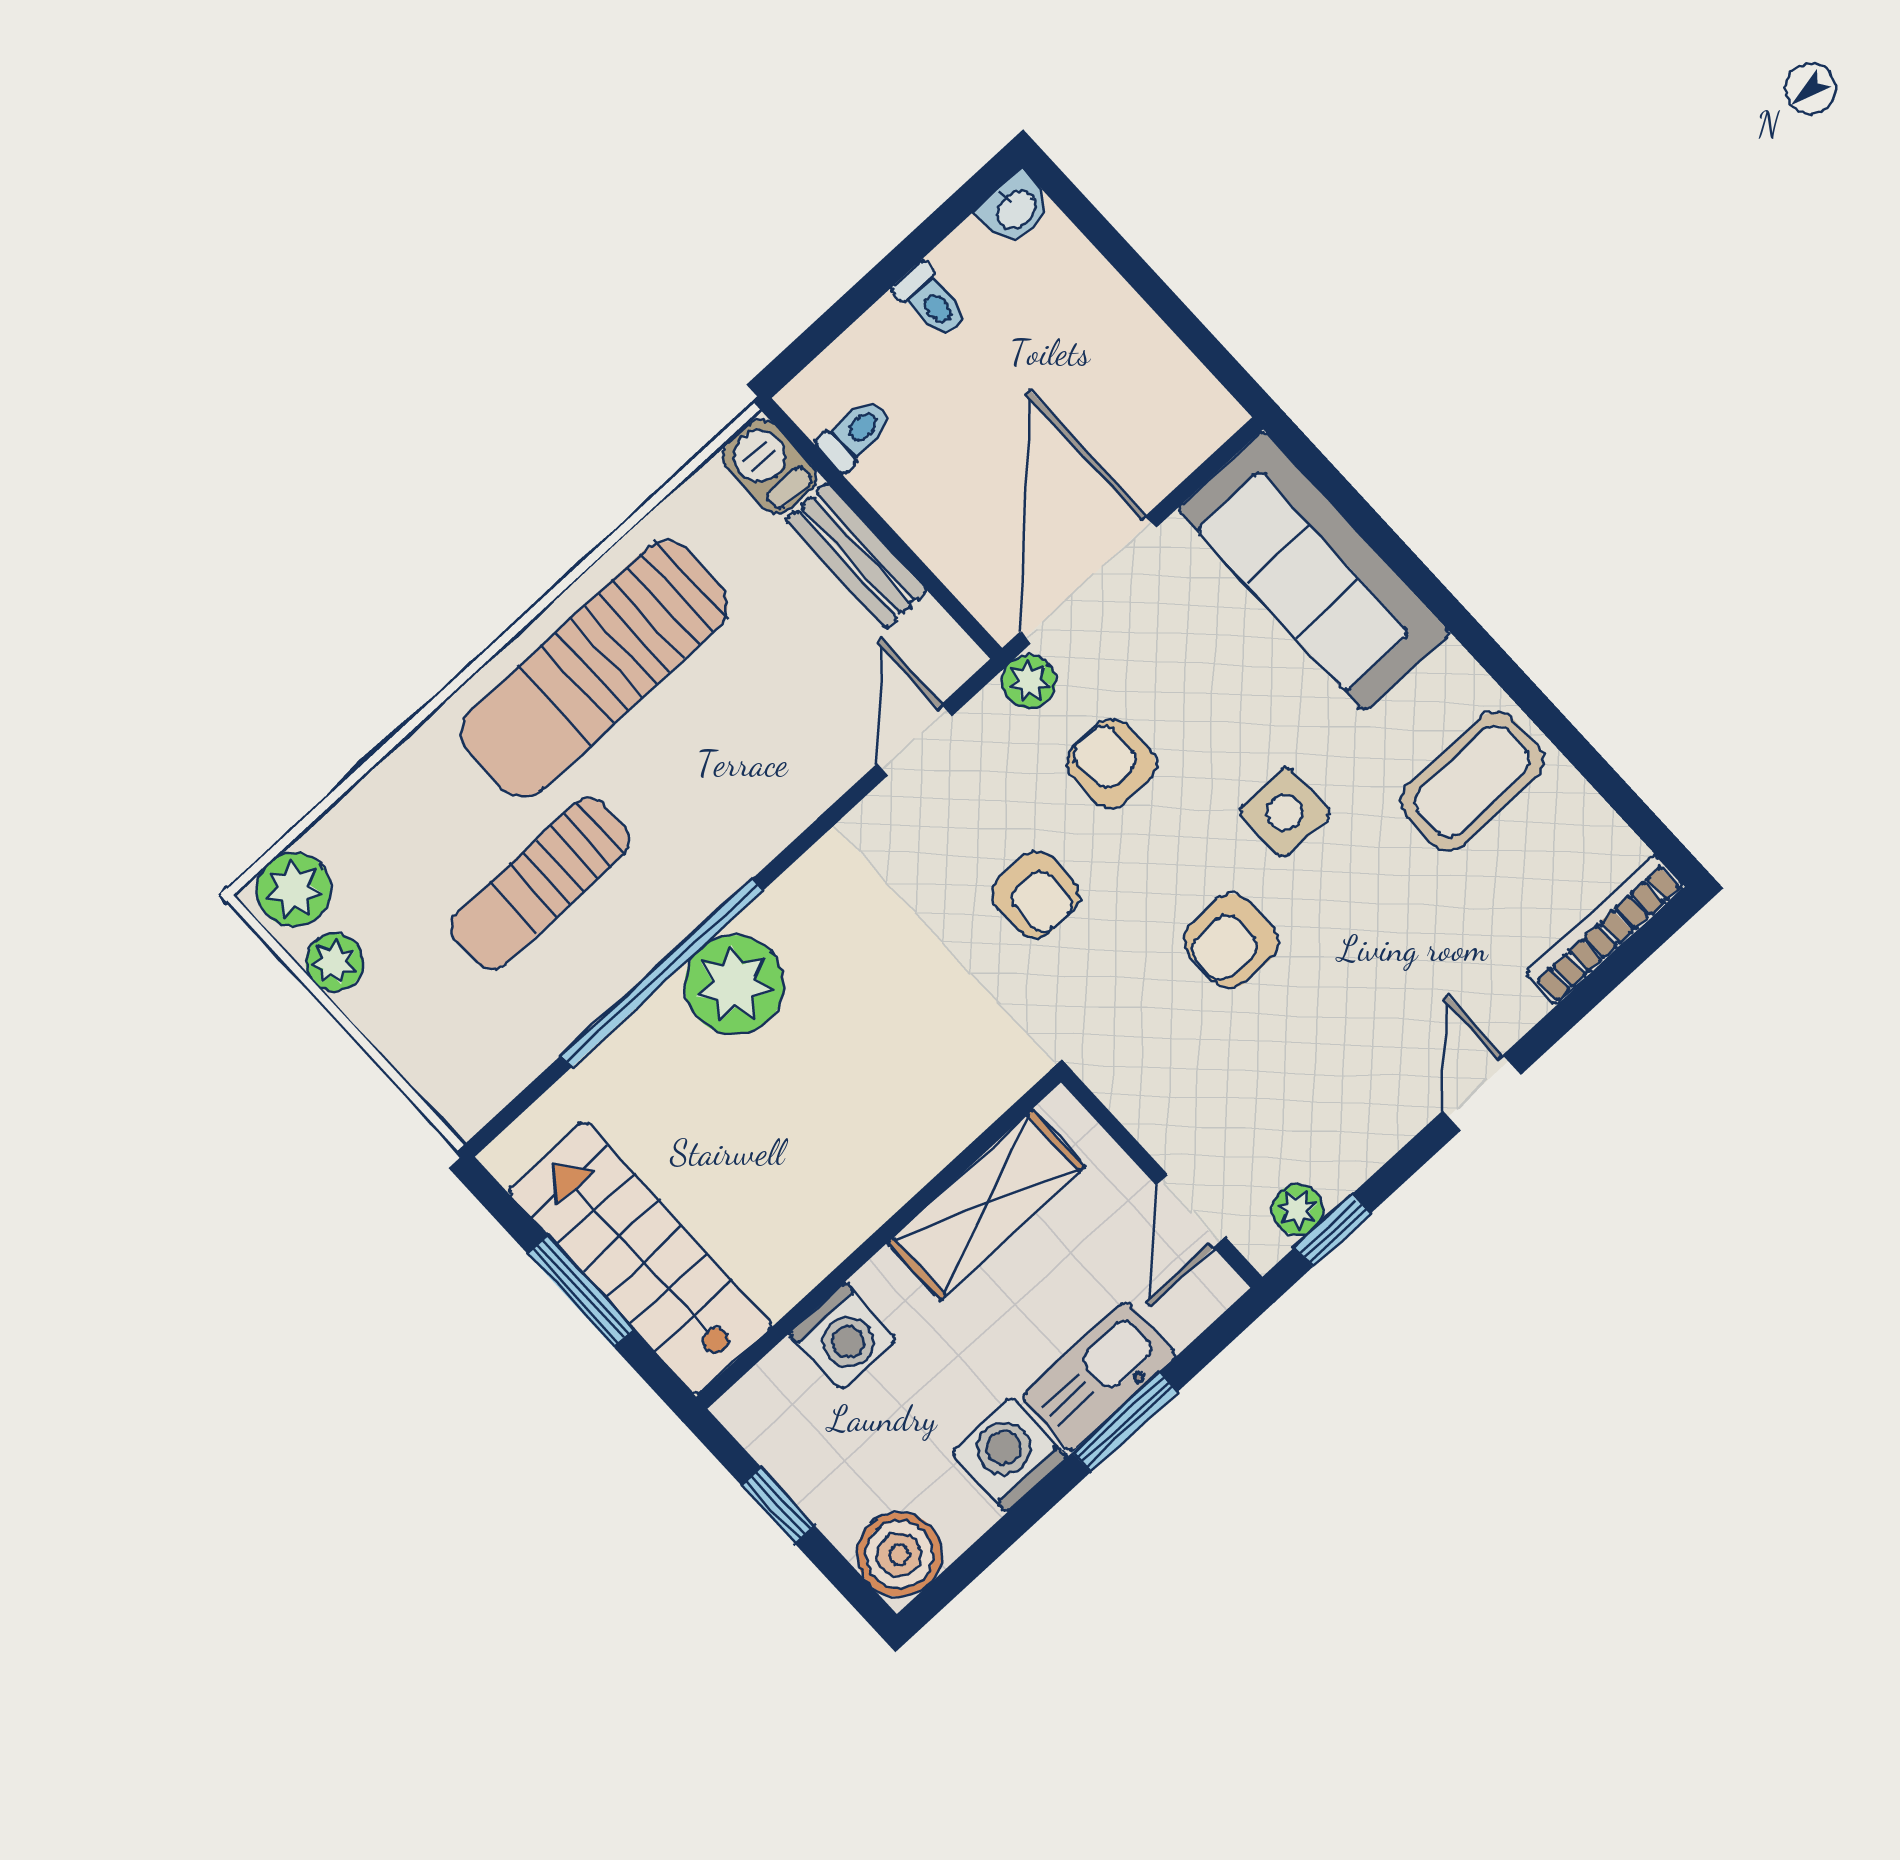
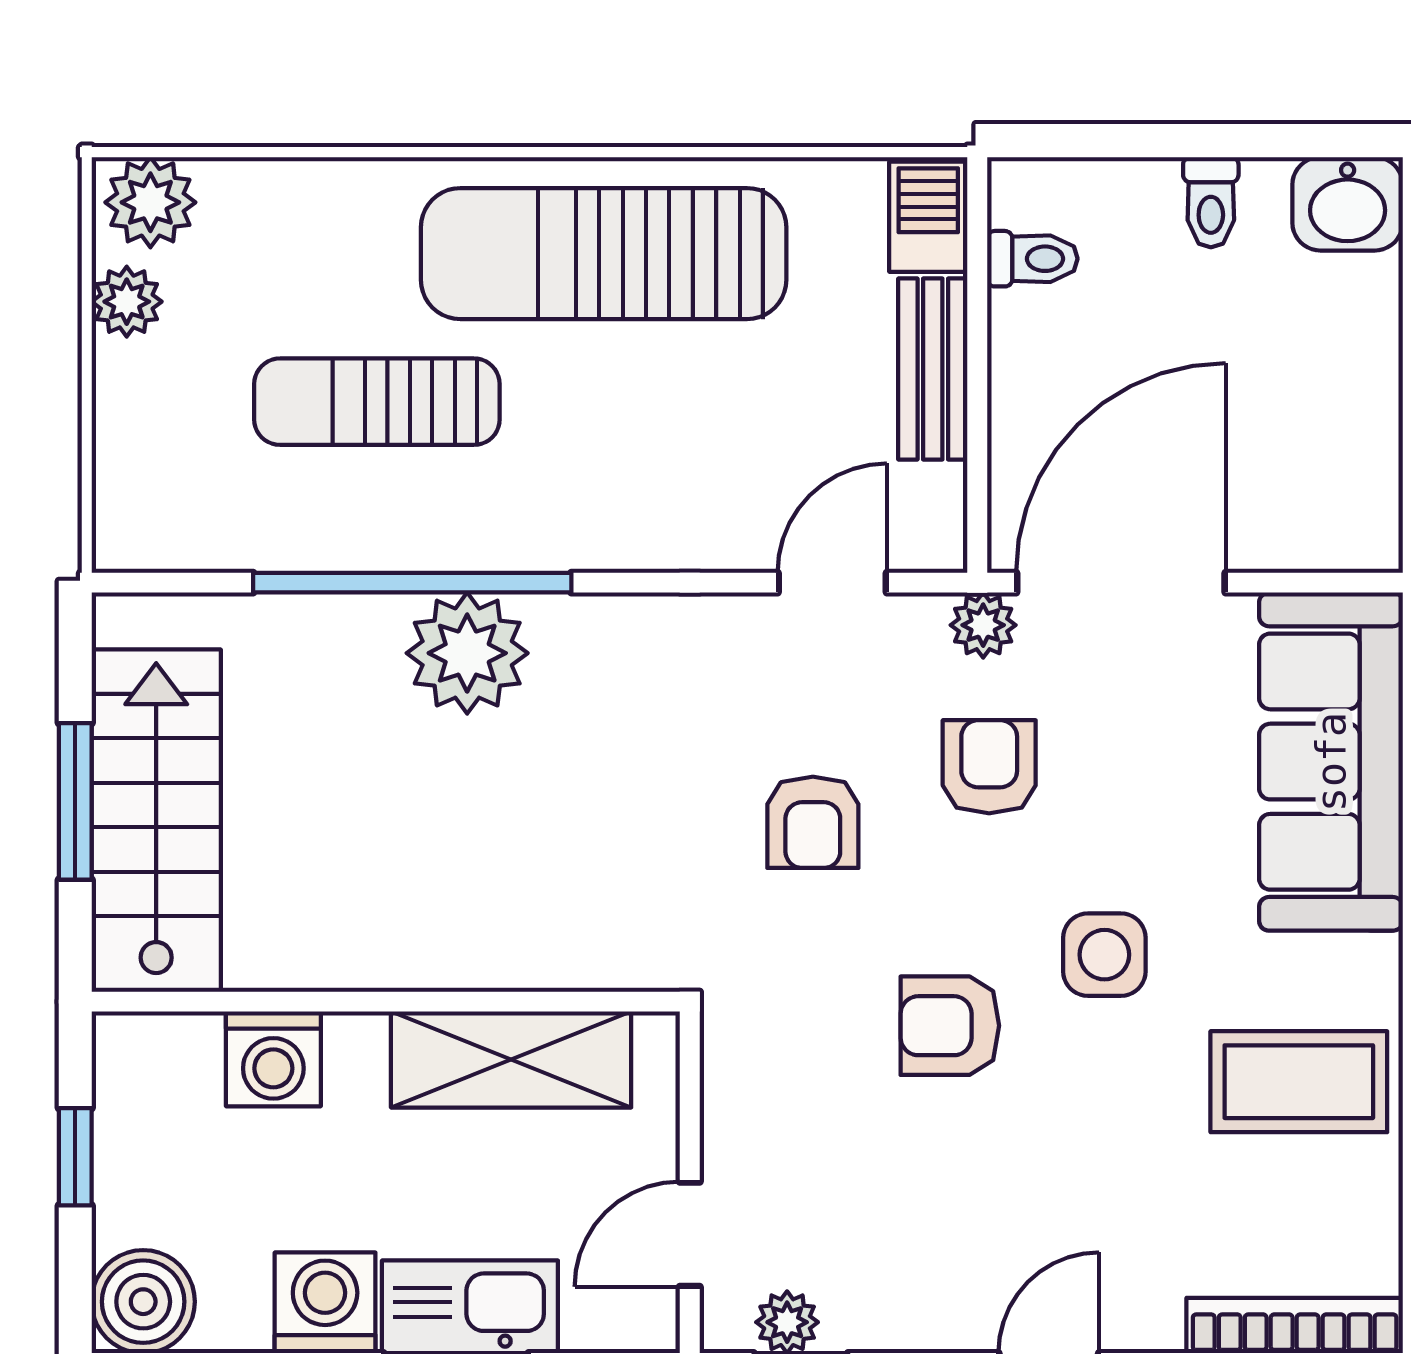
washbasin: (1015, 209) -> (1348, 204), width x1.38, depth x1.45

